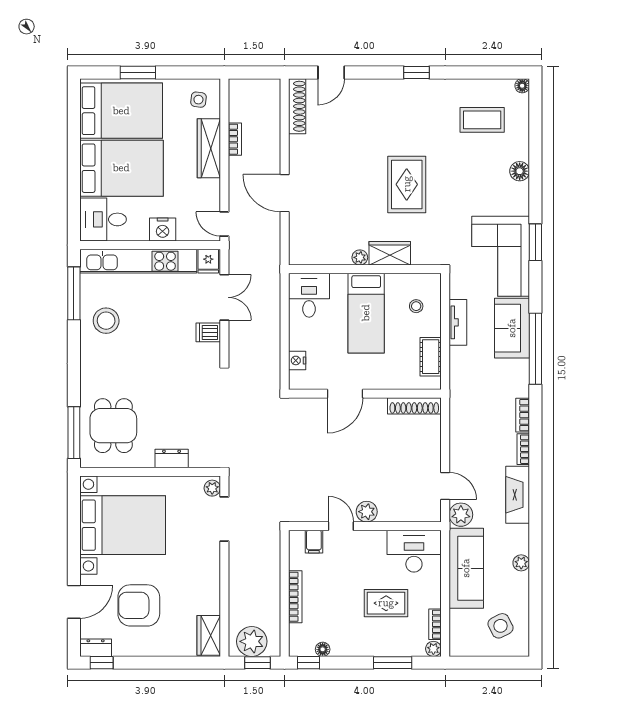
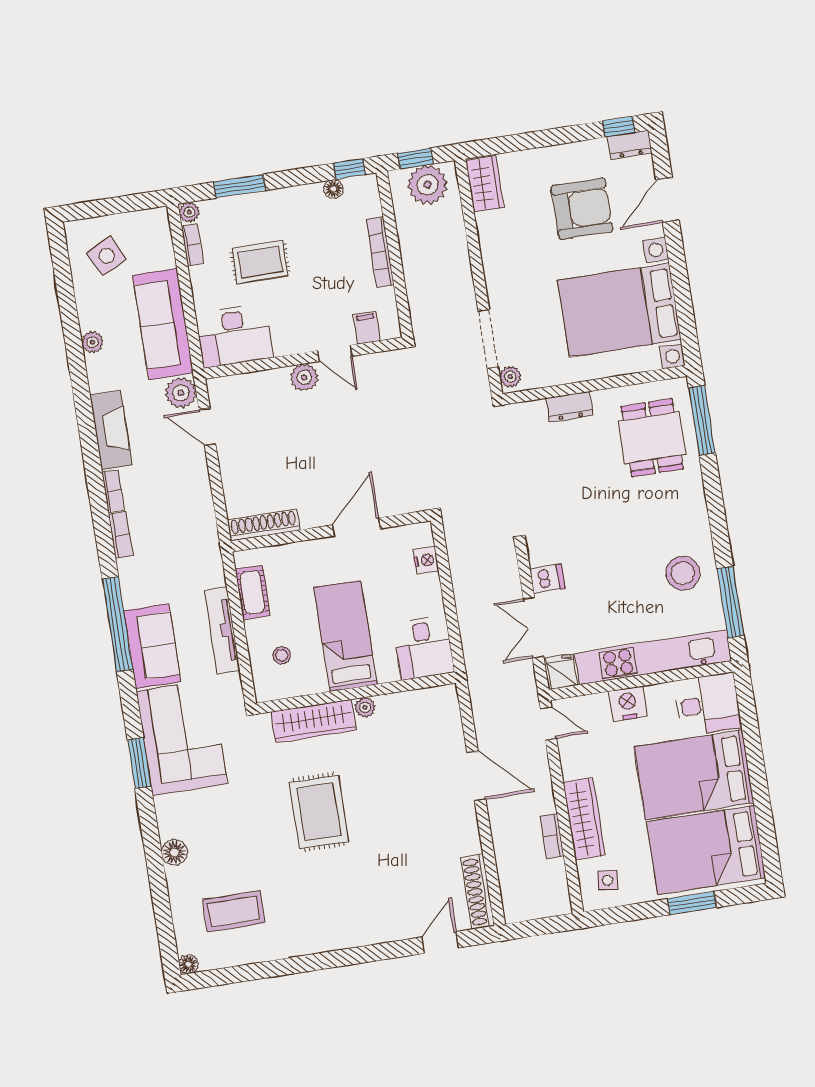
window: (416, 73) -> (329, 960), removed
wardrobe: (390, 253) -> (314, 721), width x1.50
tv unit: (458, 322) -> (222, 630), width x1.41

